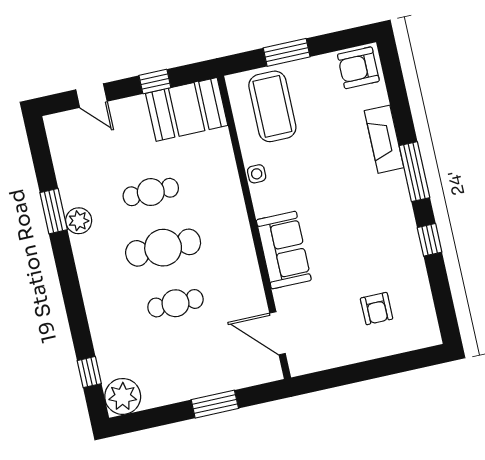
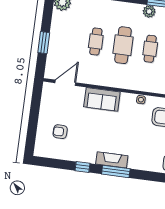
fireplace: (384, 139) -> (112, 160), moved

